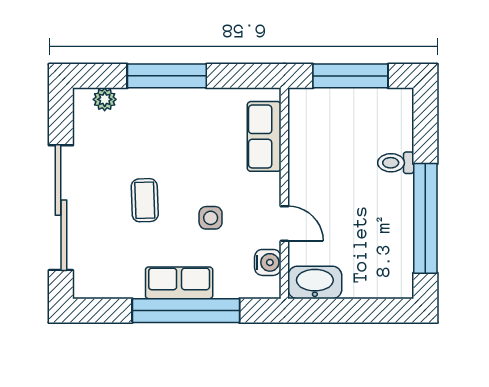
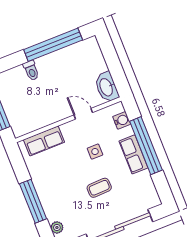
door: (284, 224) -> (83, 114), hinge flipped
water cooler: (268, 262) -> (122, 120), moved, turned 90

